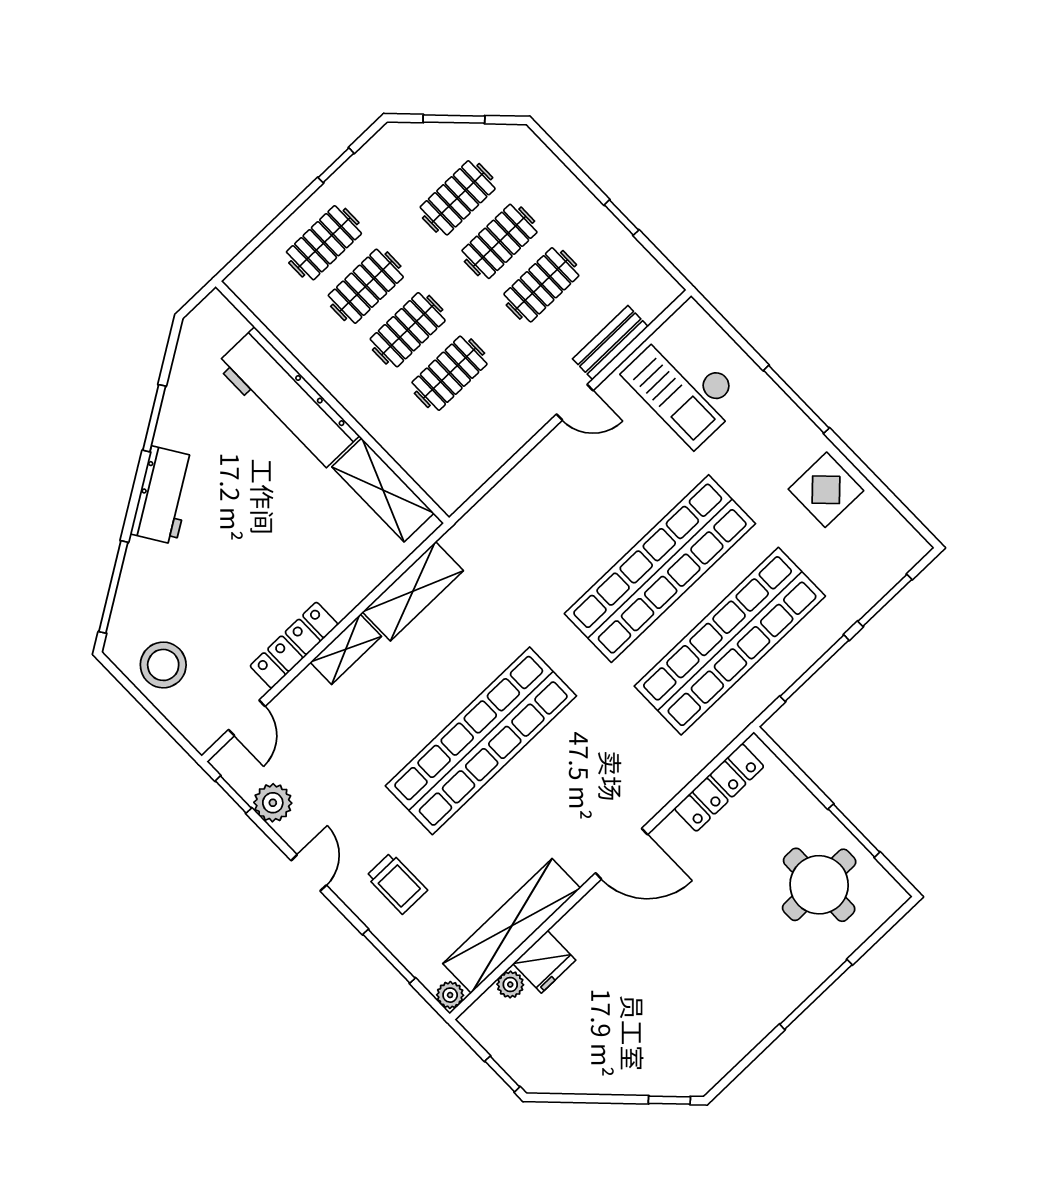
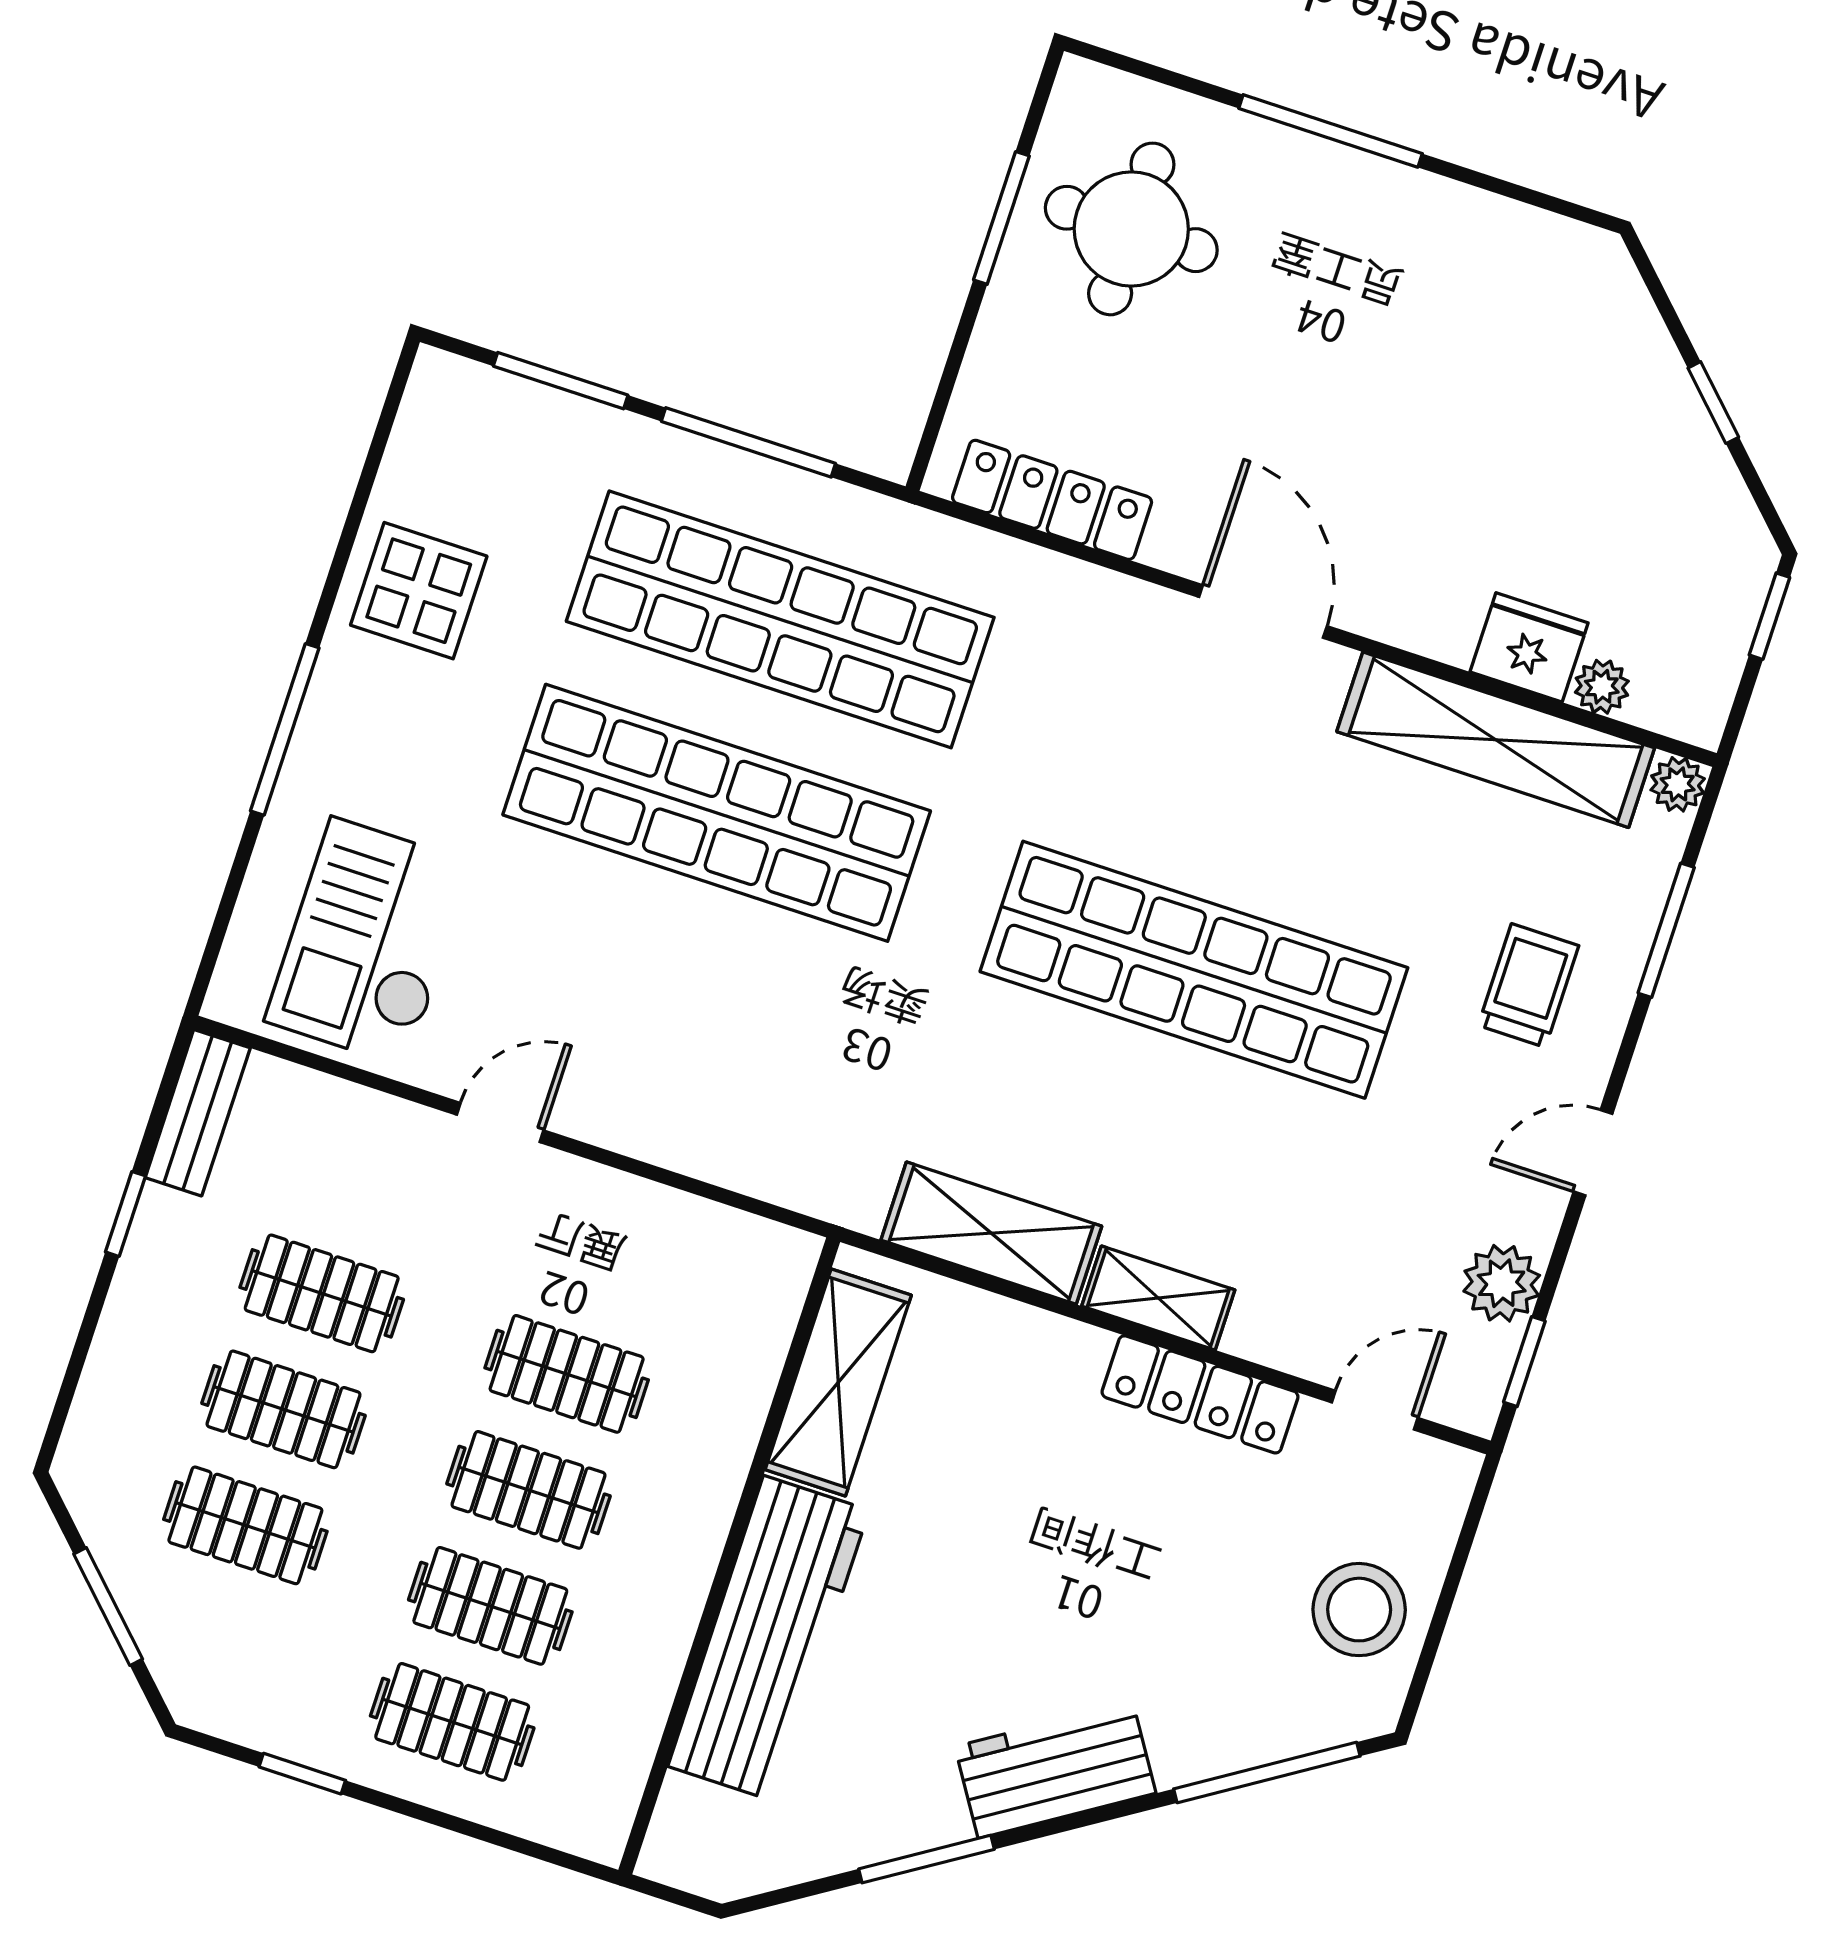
bench: (610, 343) -> (198, 1113), moved, turned 90
checkout: (684, 387) -> (369, 942), turned 180
door: (575, 402) -> (500, 1123), hinge flipped
window: (669, 1100) -> (1713, 403), moved

